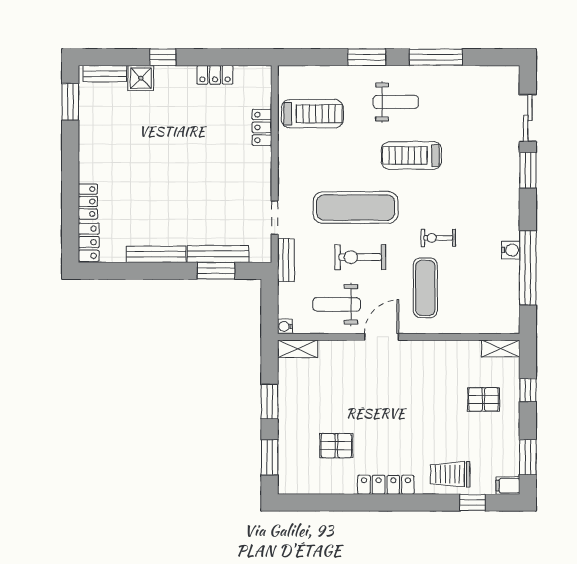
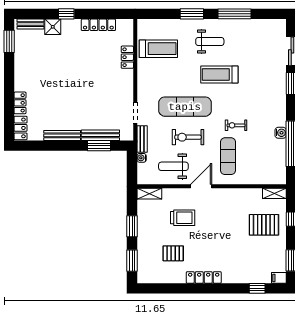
locker: (215, 75) -> (98, 25), width x1.53
water cooler: (285, 326) -> (142, 158), moved
pallet: (484, 399) -> (264, 225), width x1.50, depth x1.42
trolley: (450, 474) -> (183, 218), moved, turned 180

